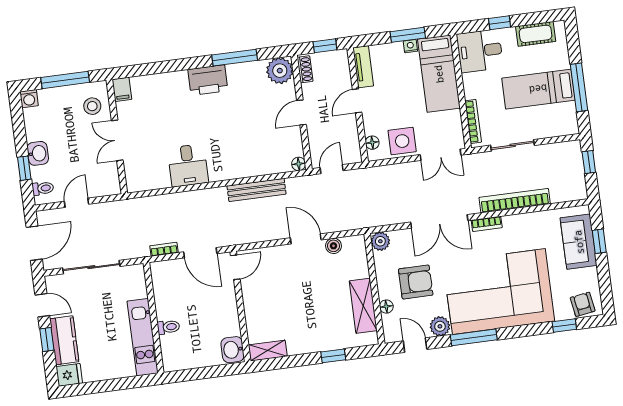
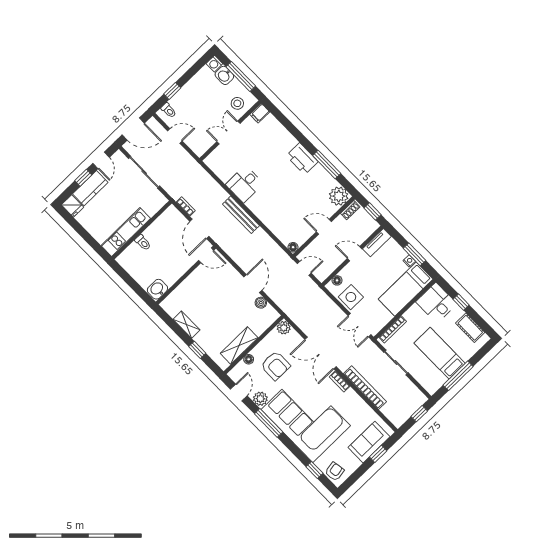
washbasin: (38, 153) -> (224, 75), moved, turned 90
bench: (257, 190) -> (241, 215), moved
shelving: (268, 351) -> (186, 325), moved

